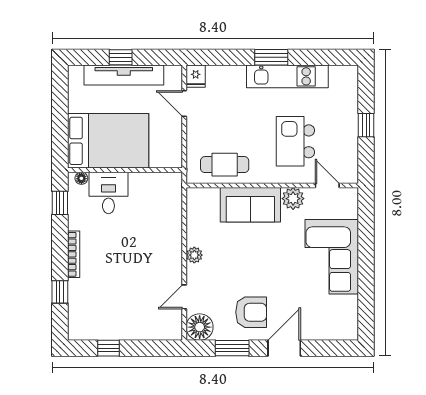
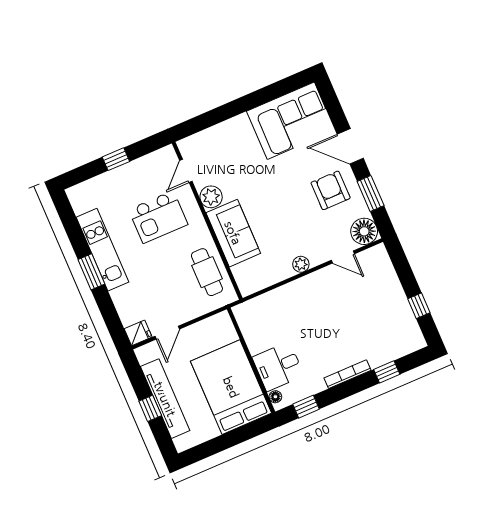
corner sofa: (332, 257) -> (291, 121), moved

